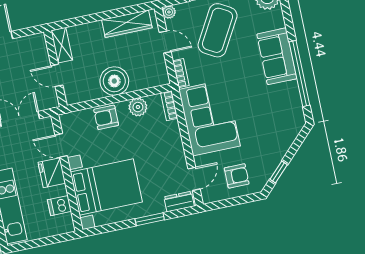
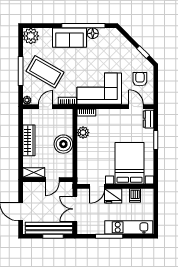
wardrobe: (127, 24) -> (29, 140), moved
floor lamp: (291, 90) -> (93, 33), added
armchair: (106, 117) -> (85, 154), removed

